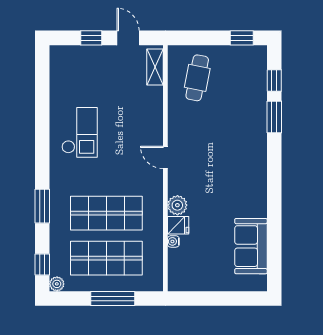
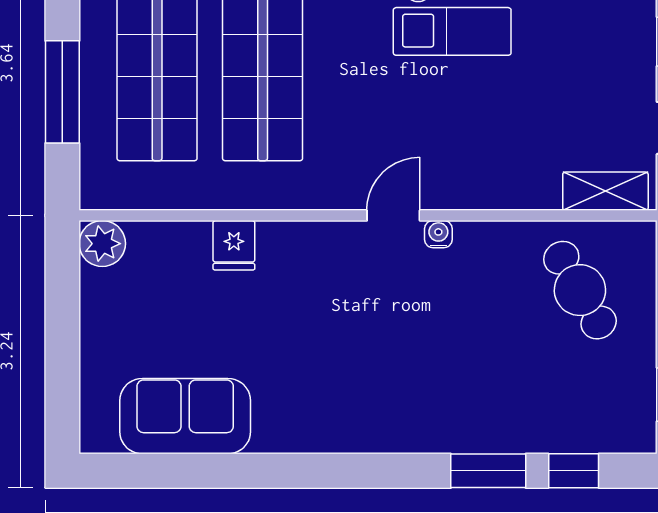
cafe table: (197, 78) -> (580, 290), turned 49
plant: (177, 205) -> (102, 244), moved
water cooler: (173, 241) -> (438, 234), moved

